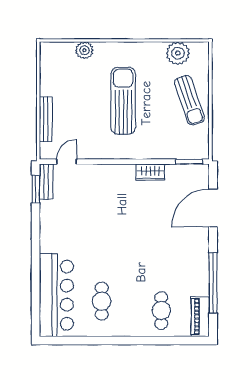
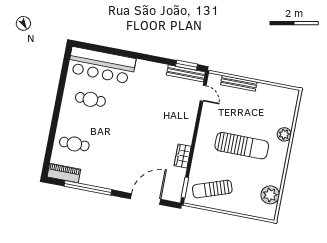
plant: (84, 50) -> (284, 134), moved
sun lounger: (189, 100) -> (212, 189), moved
bench: (46, 182) -> (186, 73), width x1.36
door: (213, 208) -> (146, 199), hinge flipped

